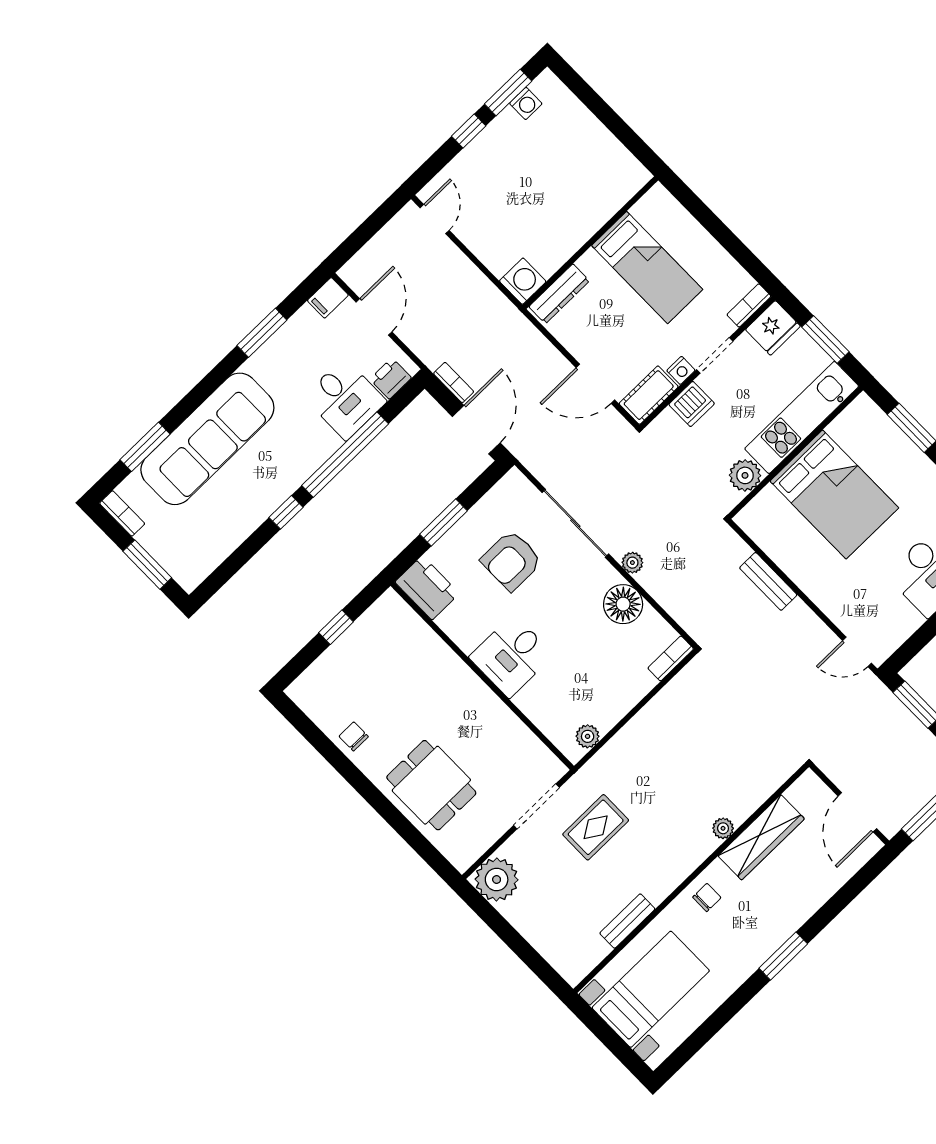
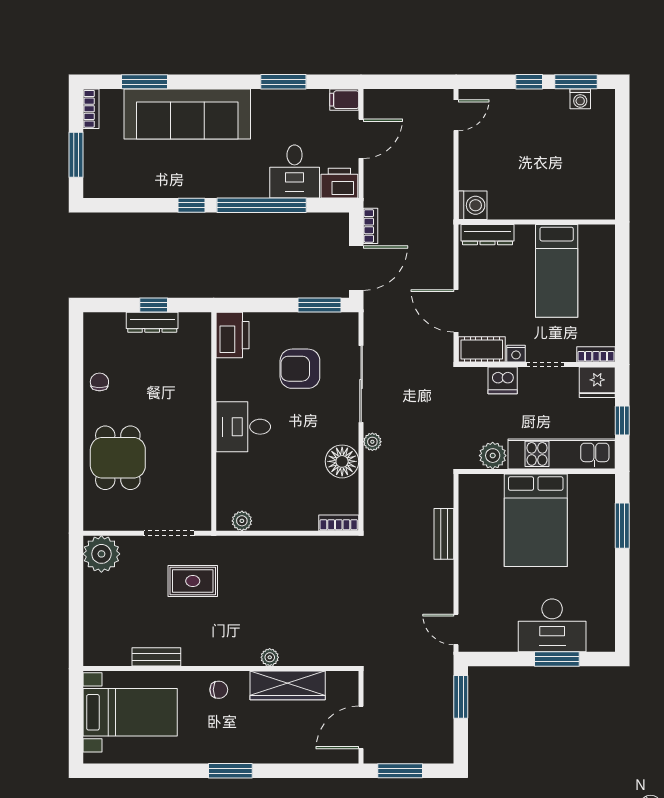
window: (825, 339) -> (622, 421), width x0.67
printer: (391, 378) -> (339, 183), width x1.36, depth x1.24
window: (443, 522) -> (319, 305), moved
dresser: (349, 643) -> (152, 322), added

